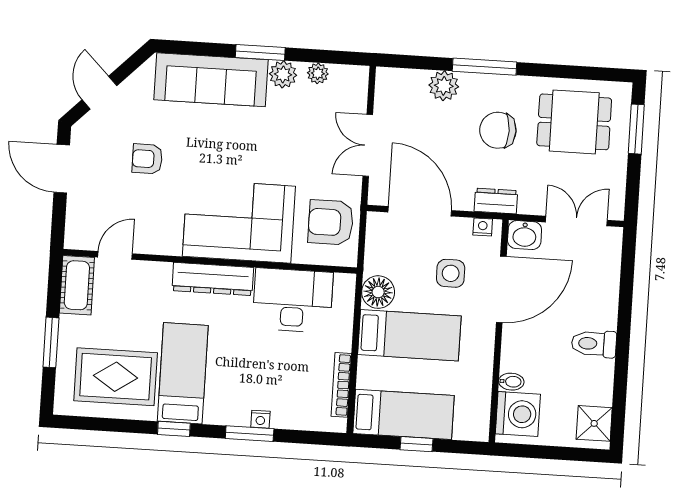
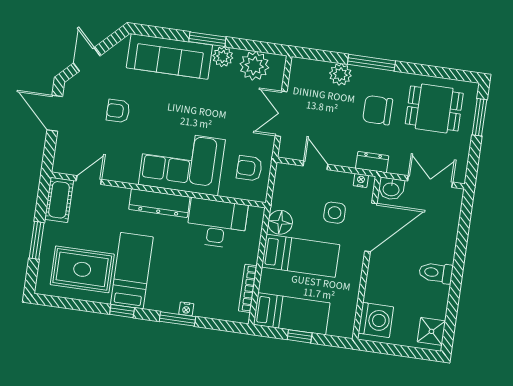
plant: (318, 73) -> (254, 66), width x1.87, depth x1.87
door: (420, 211) -> (315, 165), width x0.53
armchair: (331, 222) -> (249, 168), width x0.72, depth x0.72
bidet: (511, 382) -> (373, 296), removed

